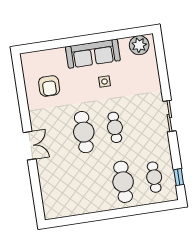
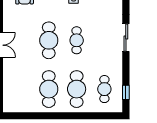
cafe table: (92, 187) -> (49, 89), added

